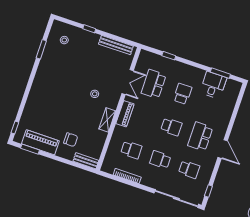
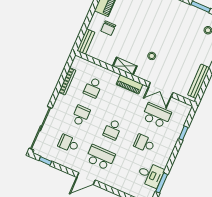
school desk: (182, 94) -> (144, 143), turned 180
school desk: (189, 169) -> (68, 143), turned 90

